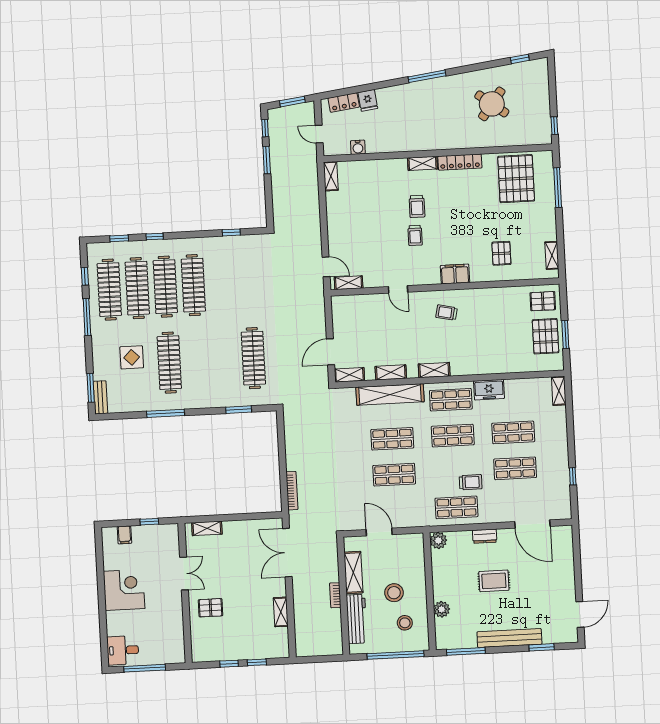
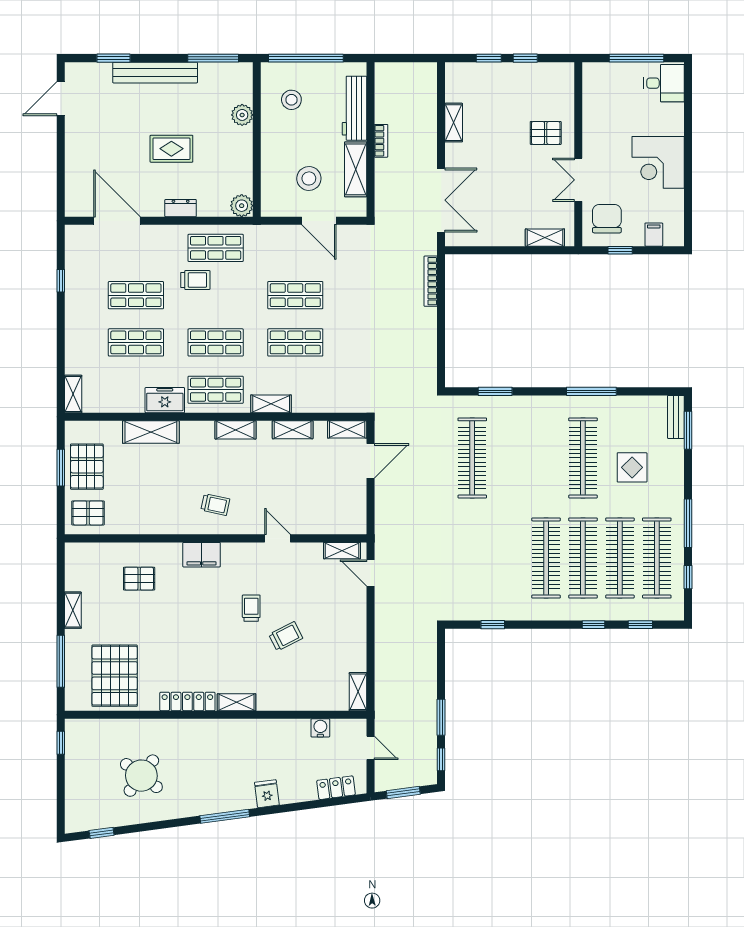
fridge: (368, 100) -> (267, 794), moved
trolley: (417, 206) -> (286, 636), moved, turned 63
pallet: (501, 253) -> (139, 579), turned 90
shelving: (552, 255) -> (73, 610), moved
shelving: (498, 365) -> (151, 432), added
shelving: (390, 394) -> (271, 404), width x0.45, depth x0.75
trolley: (471, 482) -> (195, 280), turned 180
chair: (161, 545) -> (607, 219), added
stool: (394, 593) -> (309, 178), moved

